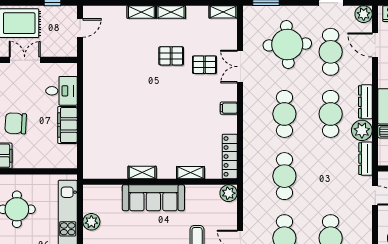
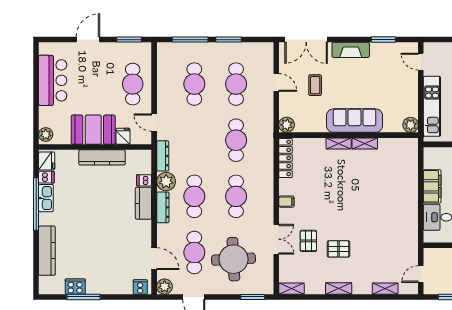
shelving: (141, 12) -> (385, 289), moved
pallet: (204, 65) -> (308, 241), turned 90
shelving: (190, 173) -> (339, 143), moved
plant: (91, 222) -> (411, 125), moved

